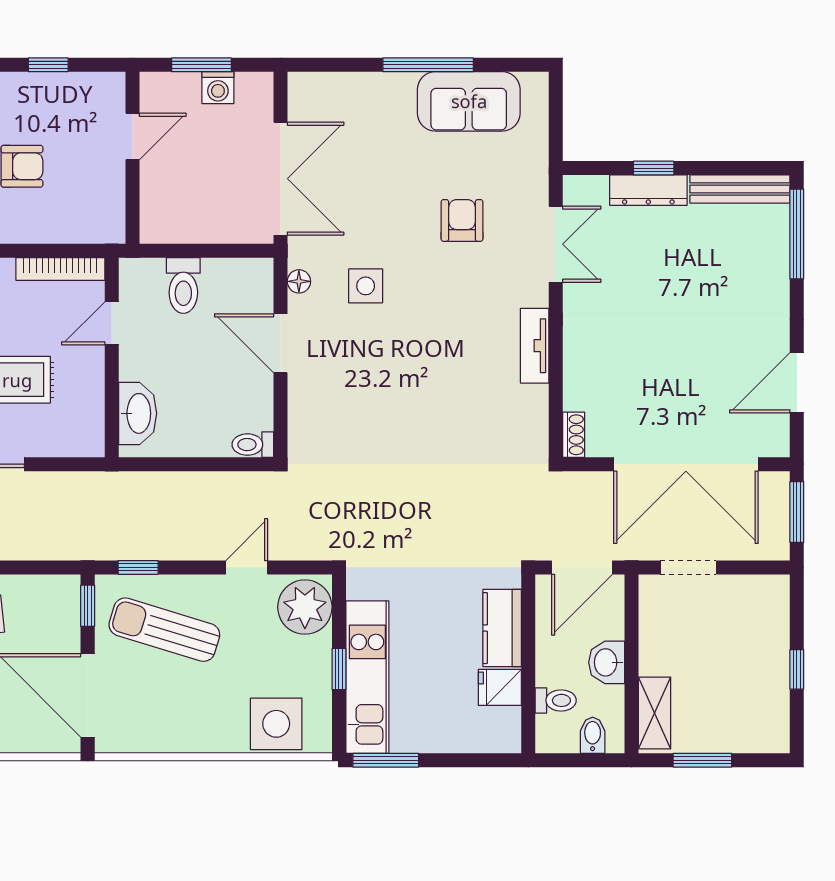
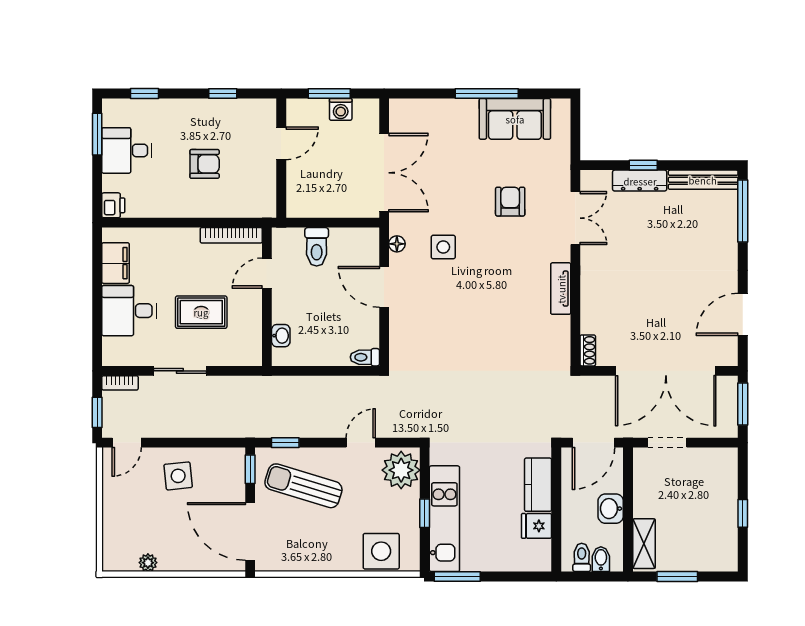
washbasin: (138, 413) -> (281, 336), width x0.52, depth x0.69
toilet: (556, 700) -> (582, 557), moved, turned -90

